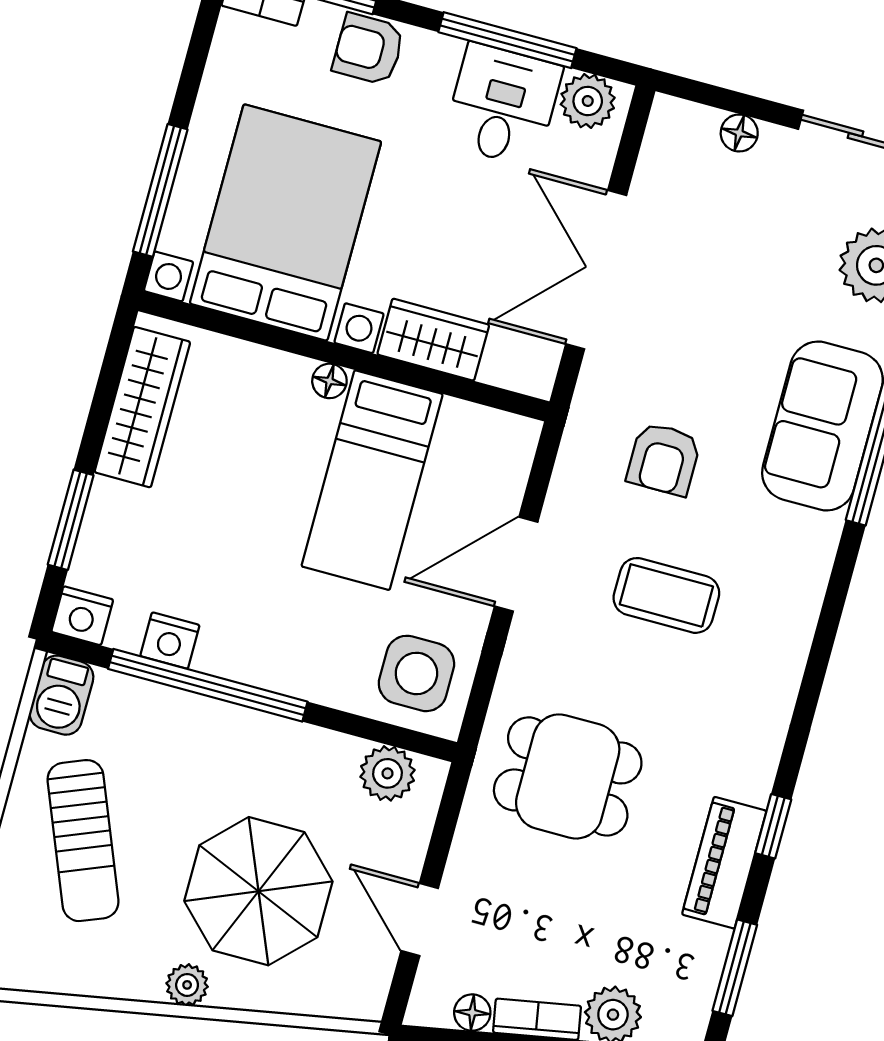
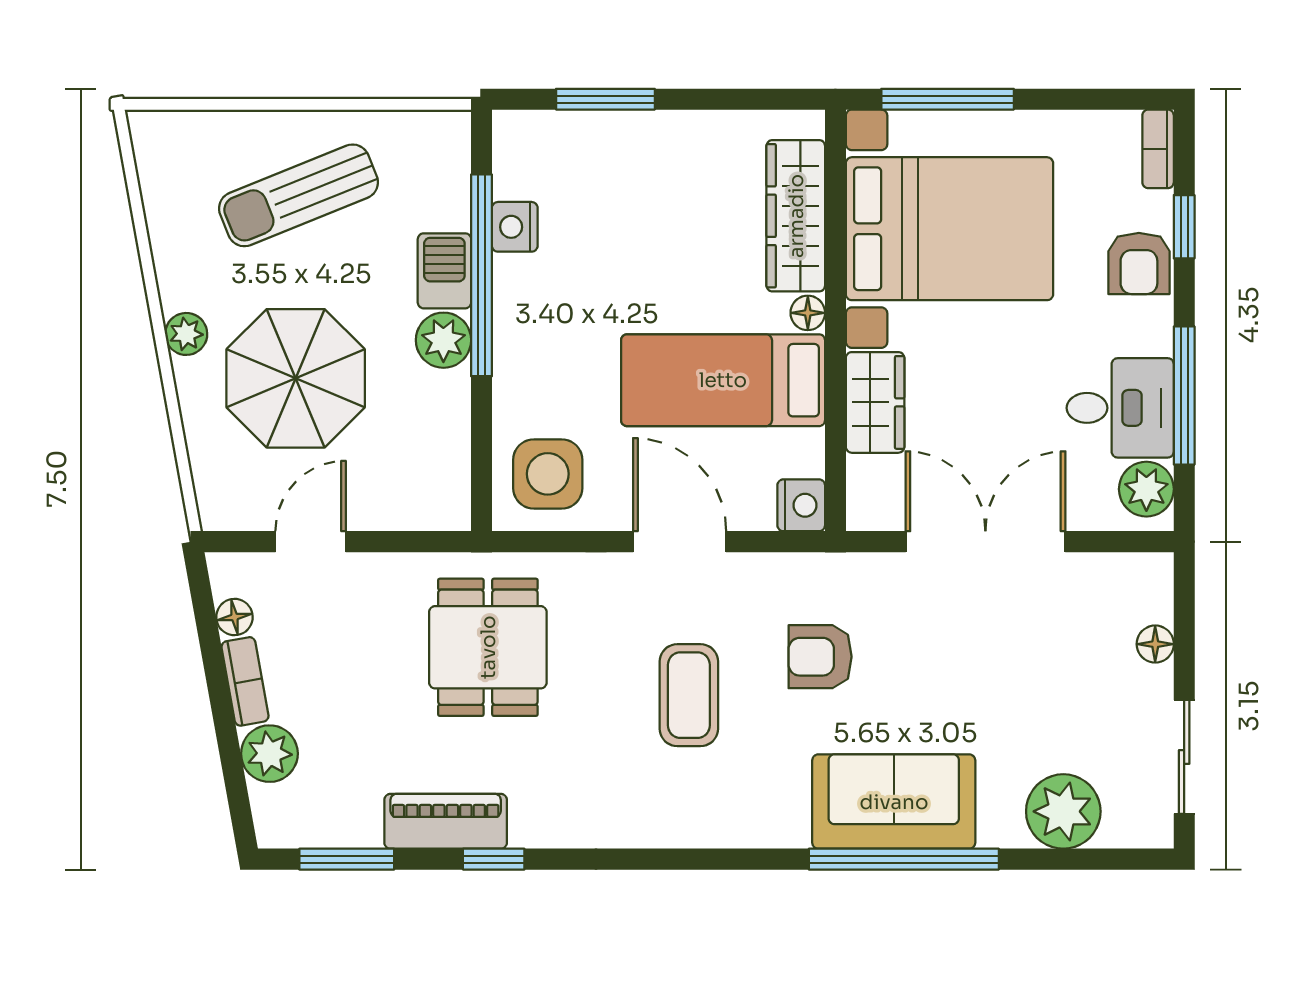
armchair: (368, 49) -> (1139, 263), turned 180
wardrobe: (142, 407) -> (796, 216), moved, turned 90
nightstand: (82, 616) -> (801, 505), moved, turned 180
barbecue: (61, 695) -> (444, 271), moved, turned 90
plant: (387, 773) -> (443, 340), moved

